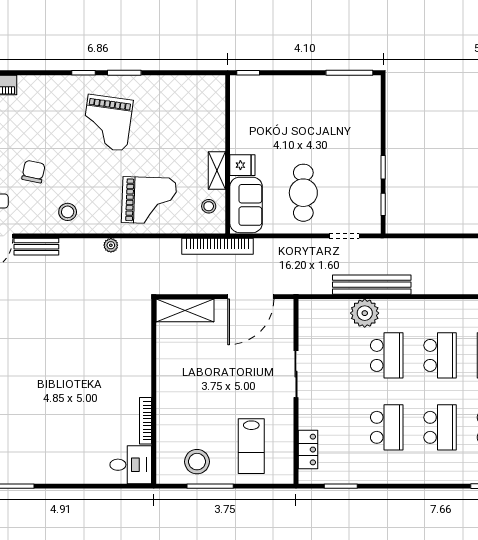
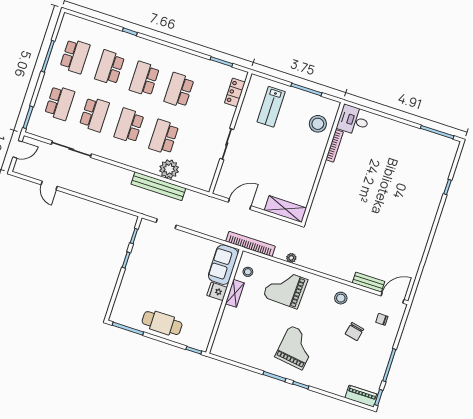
cafe table: (303, 193) -> (162, 323), moved, turned 90
plant: (111, 245) -> (291, 258), moved
door: (251, 297) -> (240, 204), width x0.73
lab bench: (251, 446) -> (271, 107), turned 180
stool: (197, 462) -> (318, 124), moved

